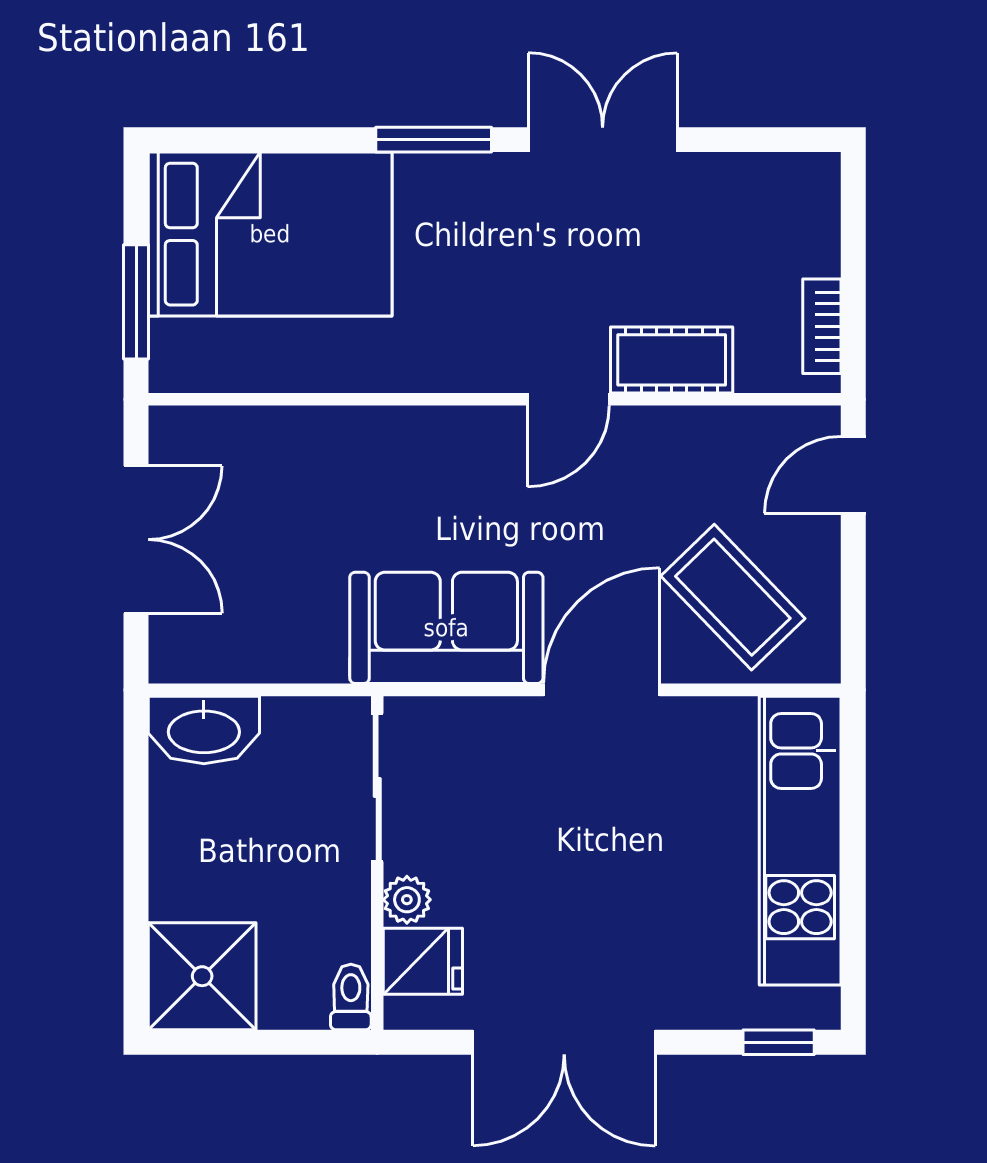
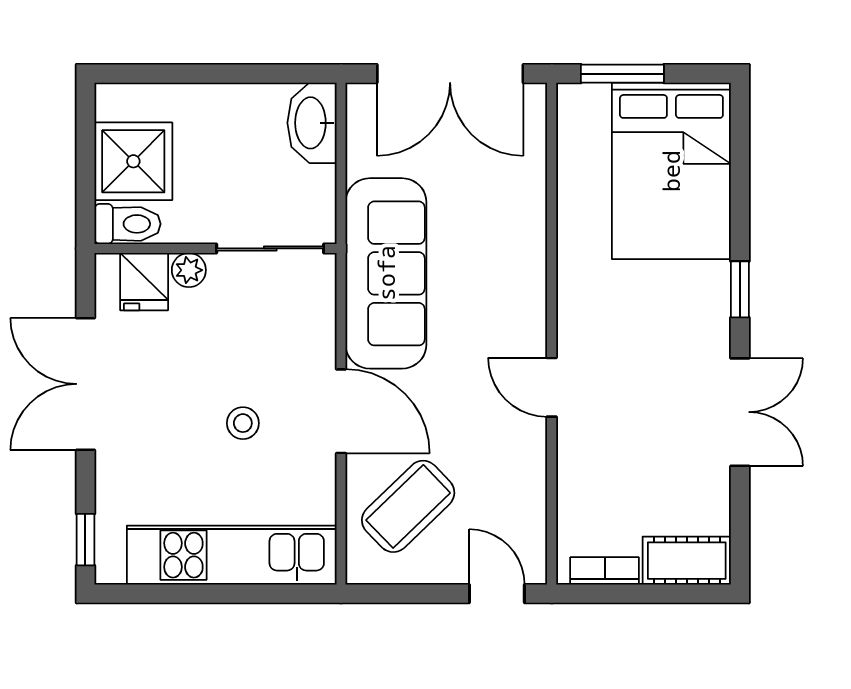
window: (434, 140) -> (740, 289), width x0.67
cot: (672, 360) -> (687, 561), moved, turned 90
double door: (136, 539) -> (450, 74), width x1.37
sofa: (446, 628) -> (386, 273), width x1.36
stool: (618, 825) -> (243, 423), added
shower: (202, 976) -> (133, 161), moved
toilet: (351, 997) -> (128, 224), width x1.37, depth x1.39

